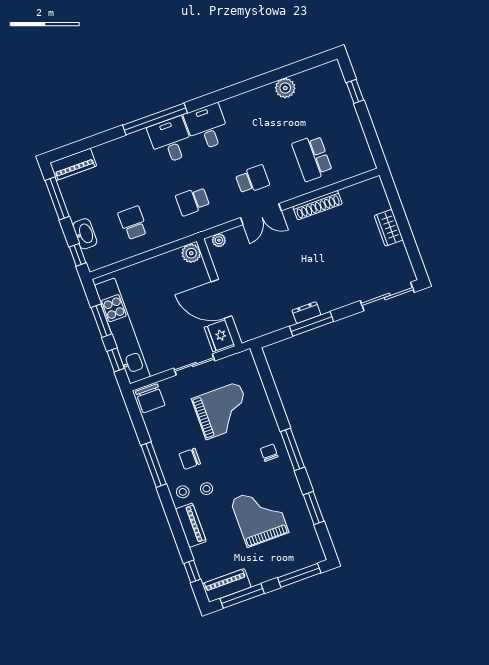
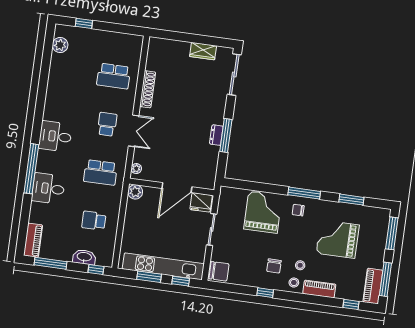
plant: (285, 88) -> (60, 45), moved
desk: (171, 140) -> (48, 188), moved
school desk: (193, 201) -> (100, 172), width x1.85
wardrobe: (389, 228) -> (203, 51), moved
grand piano: (223, 411) -> (263, 212), moved
window: (154, 465) -> (265, 293), width x0.46

